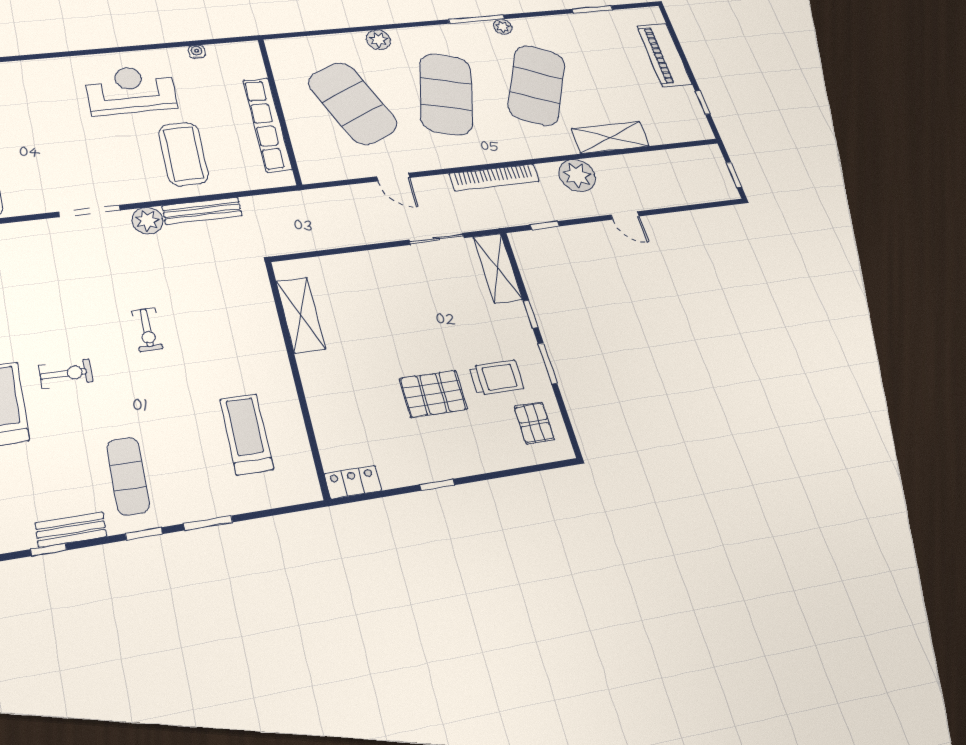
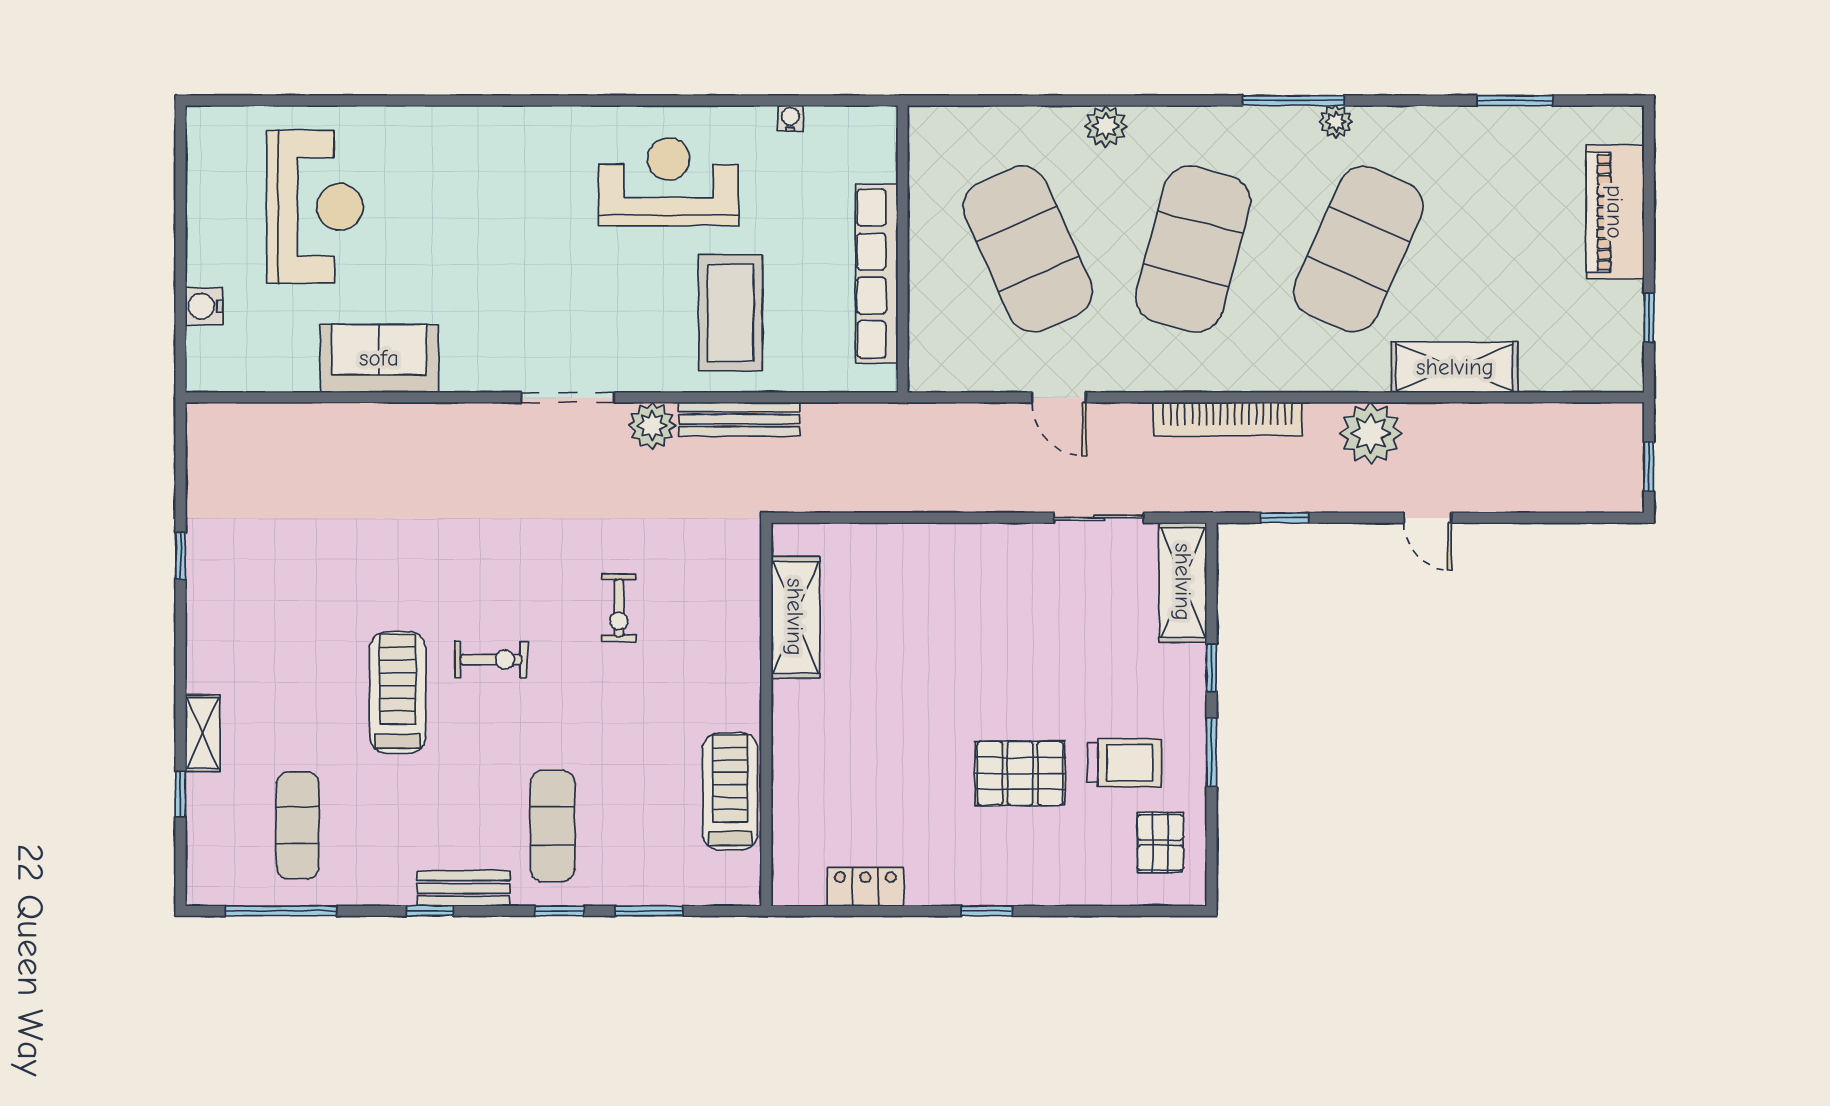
shelving: (301, 315) -> (795, 617), moved
wall: (296, 376) -> (766, 714), moved

